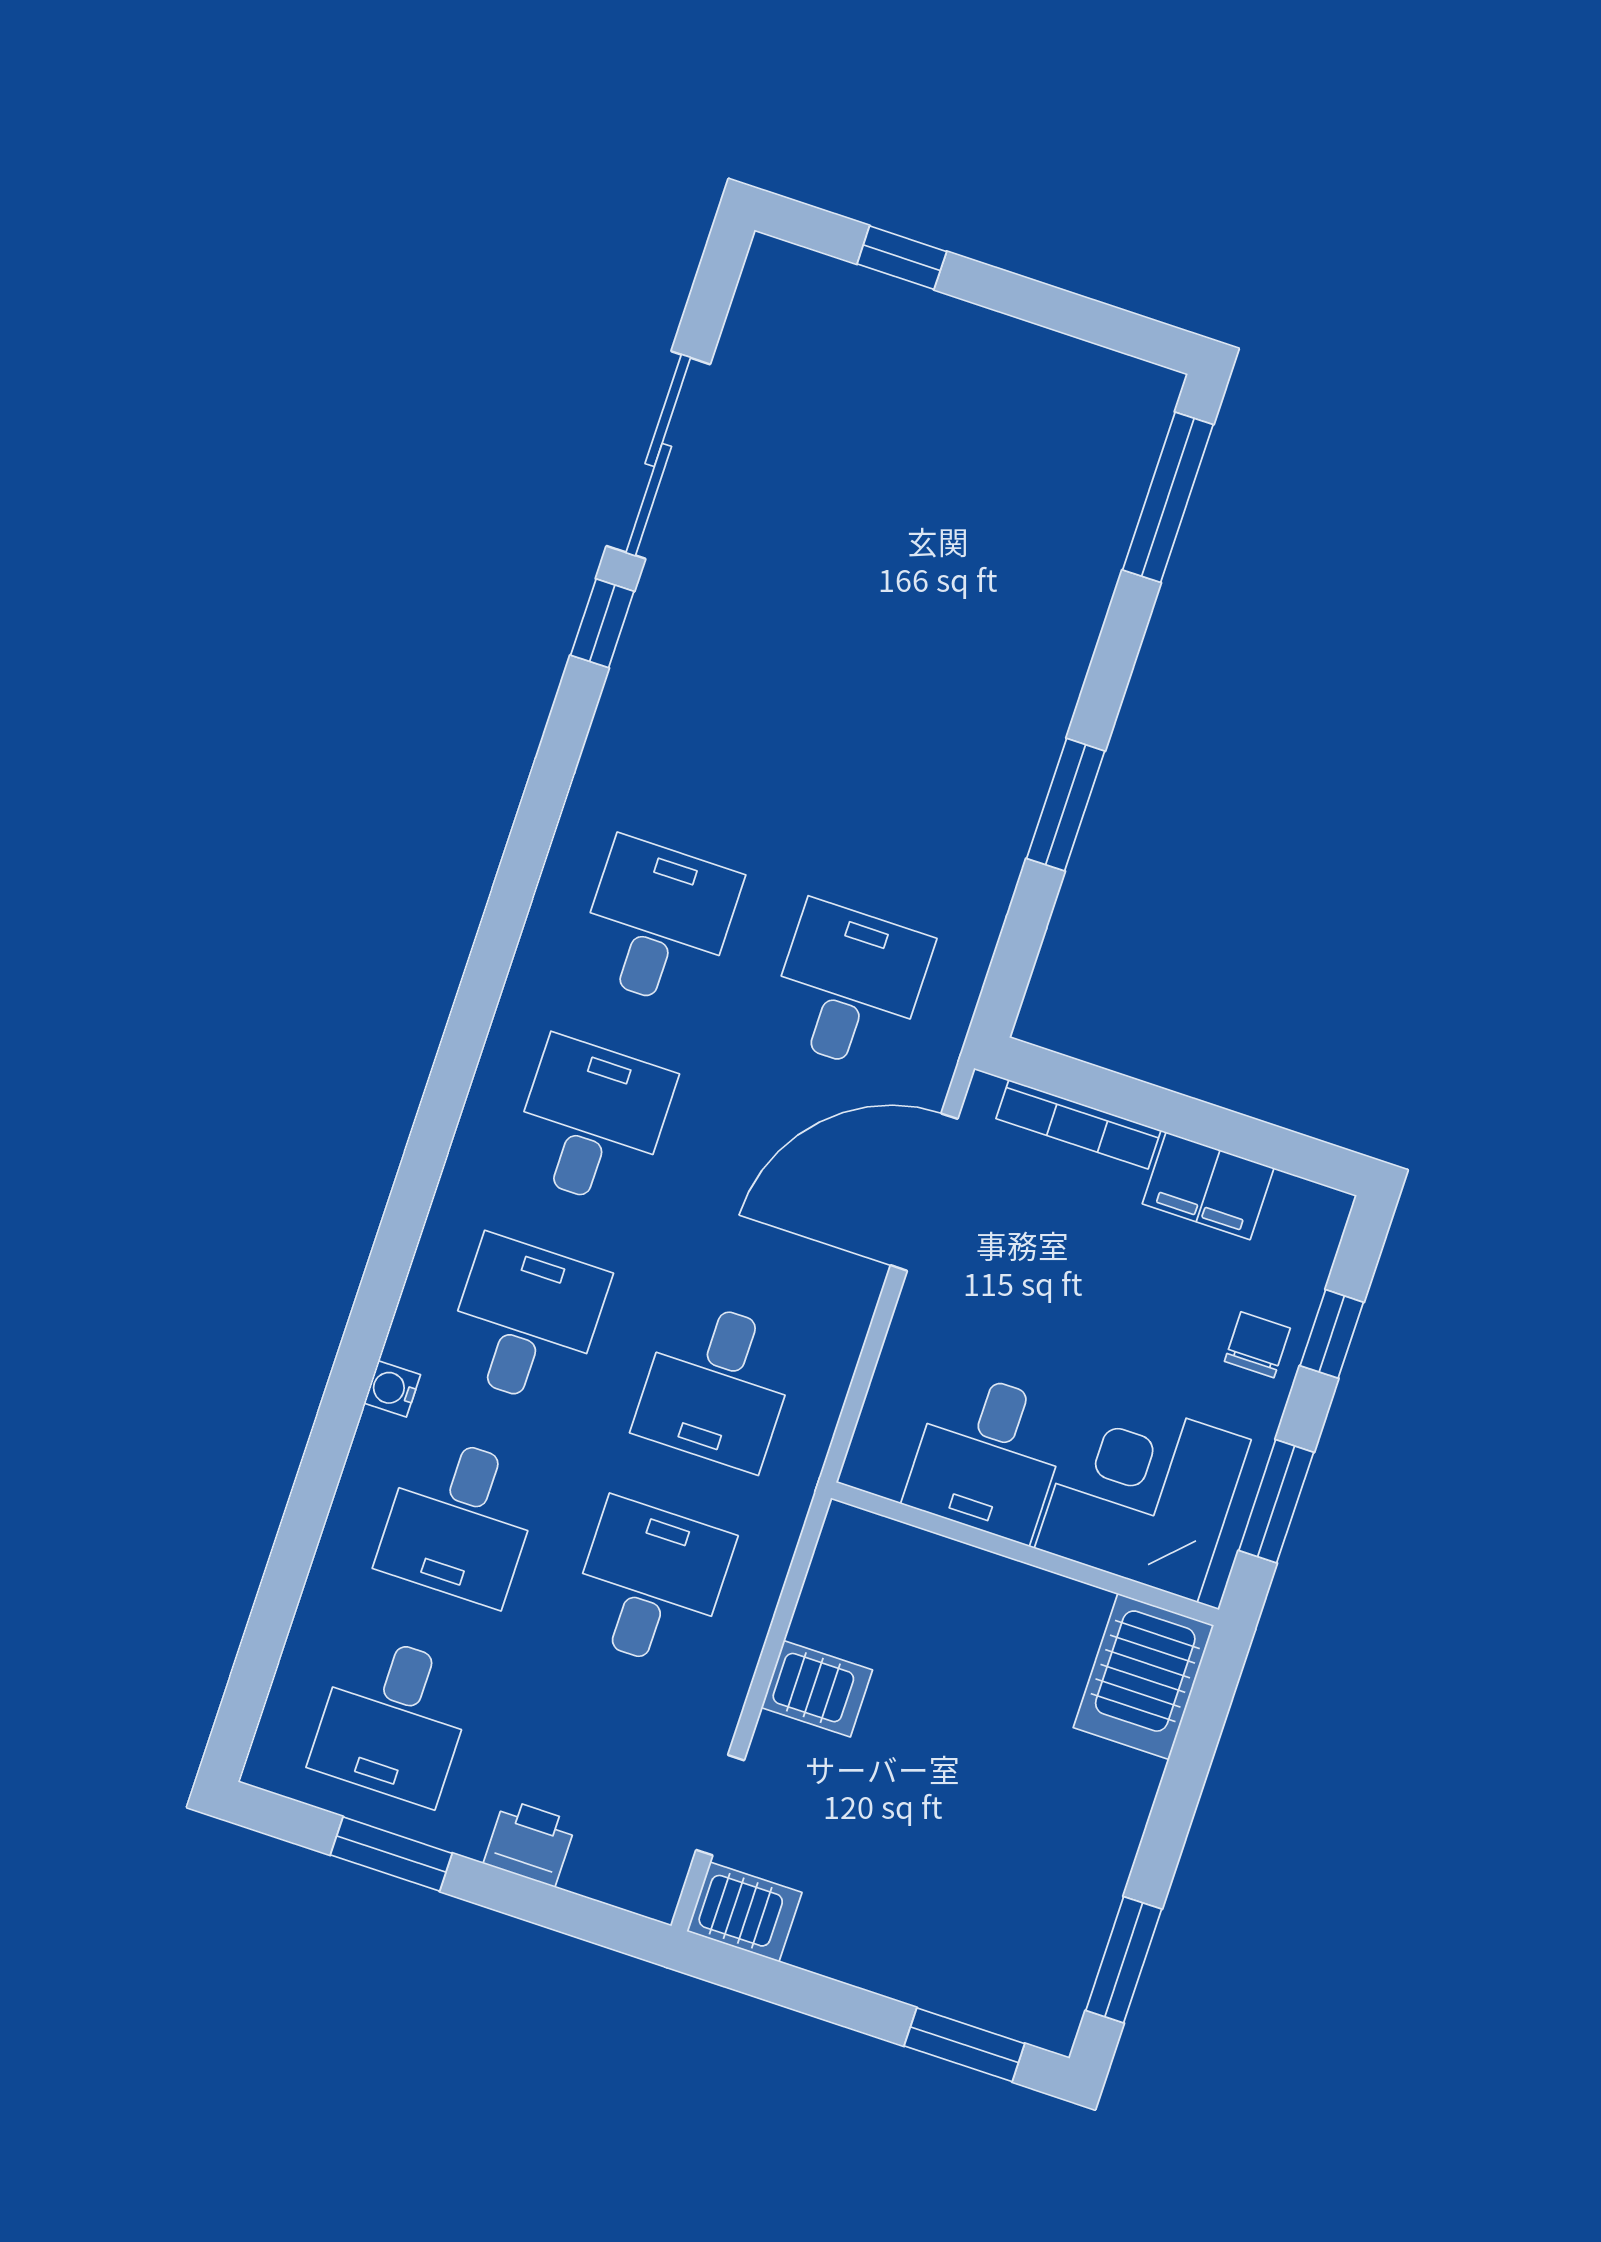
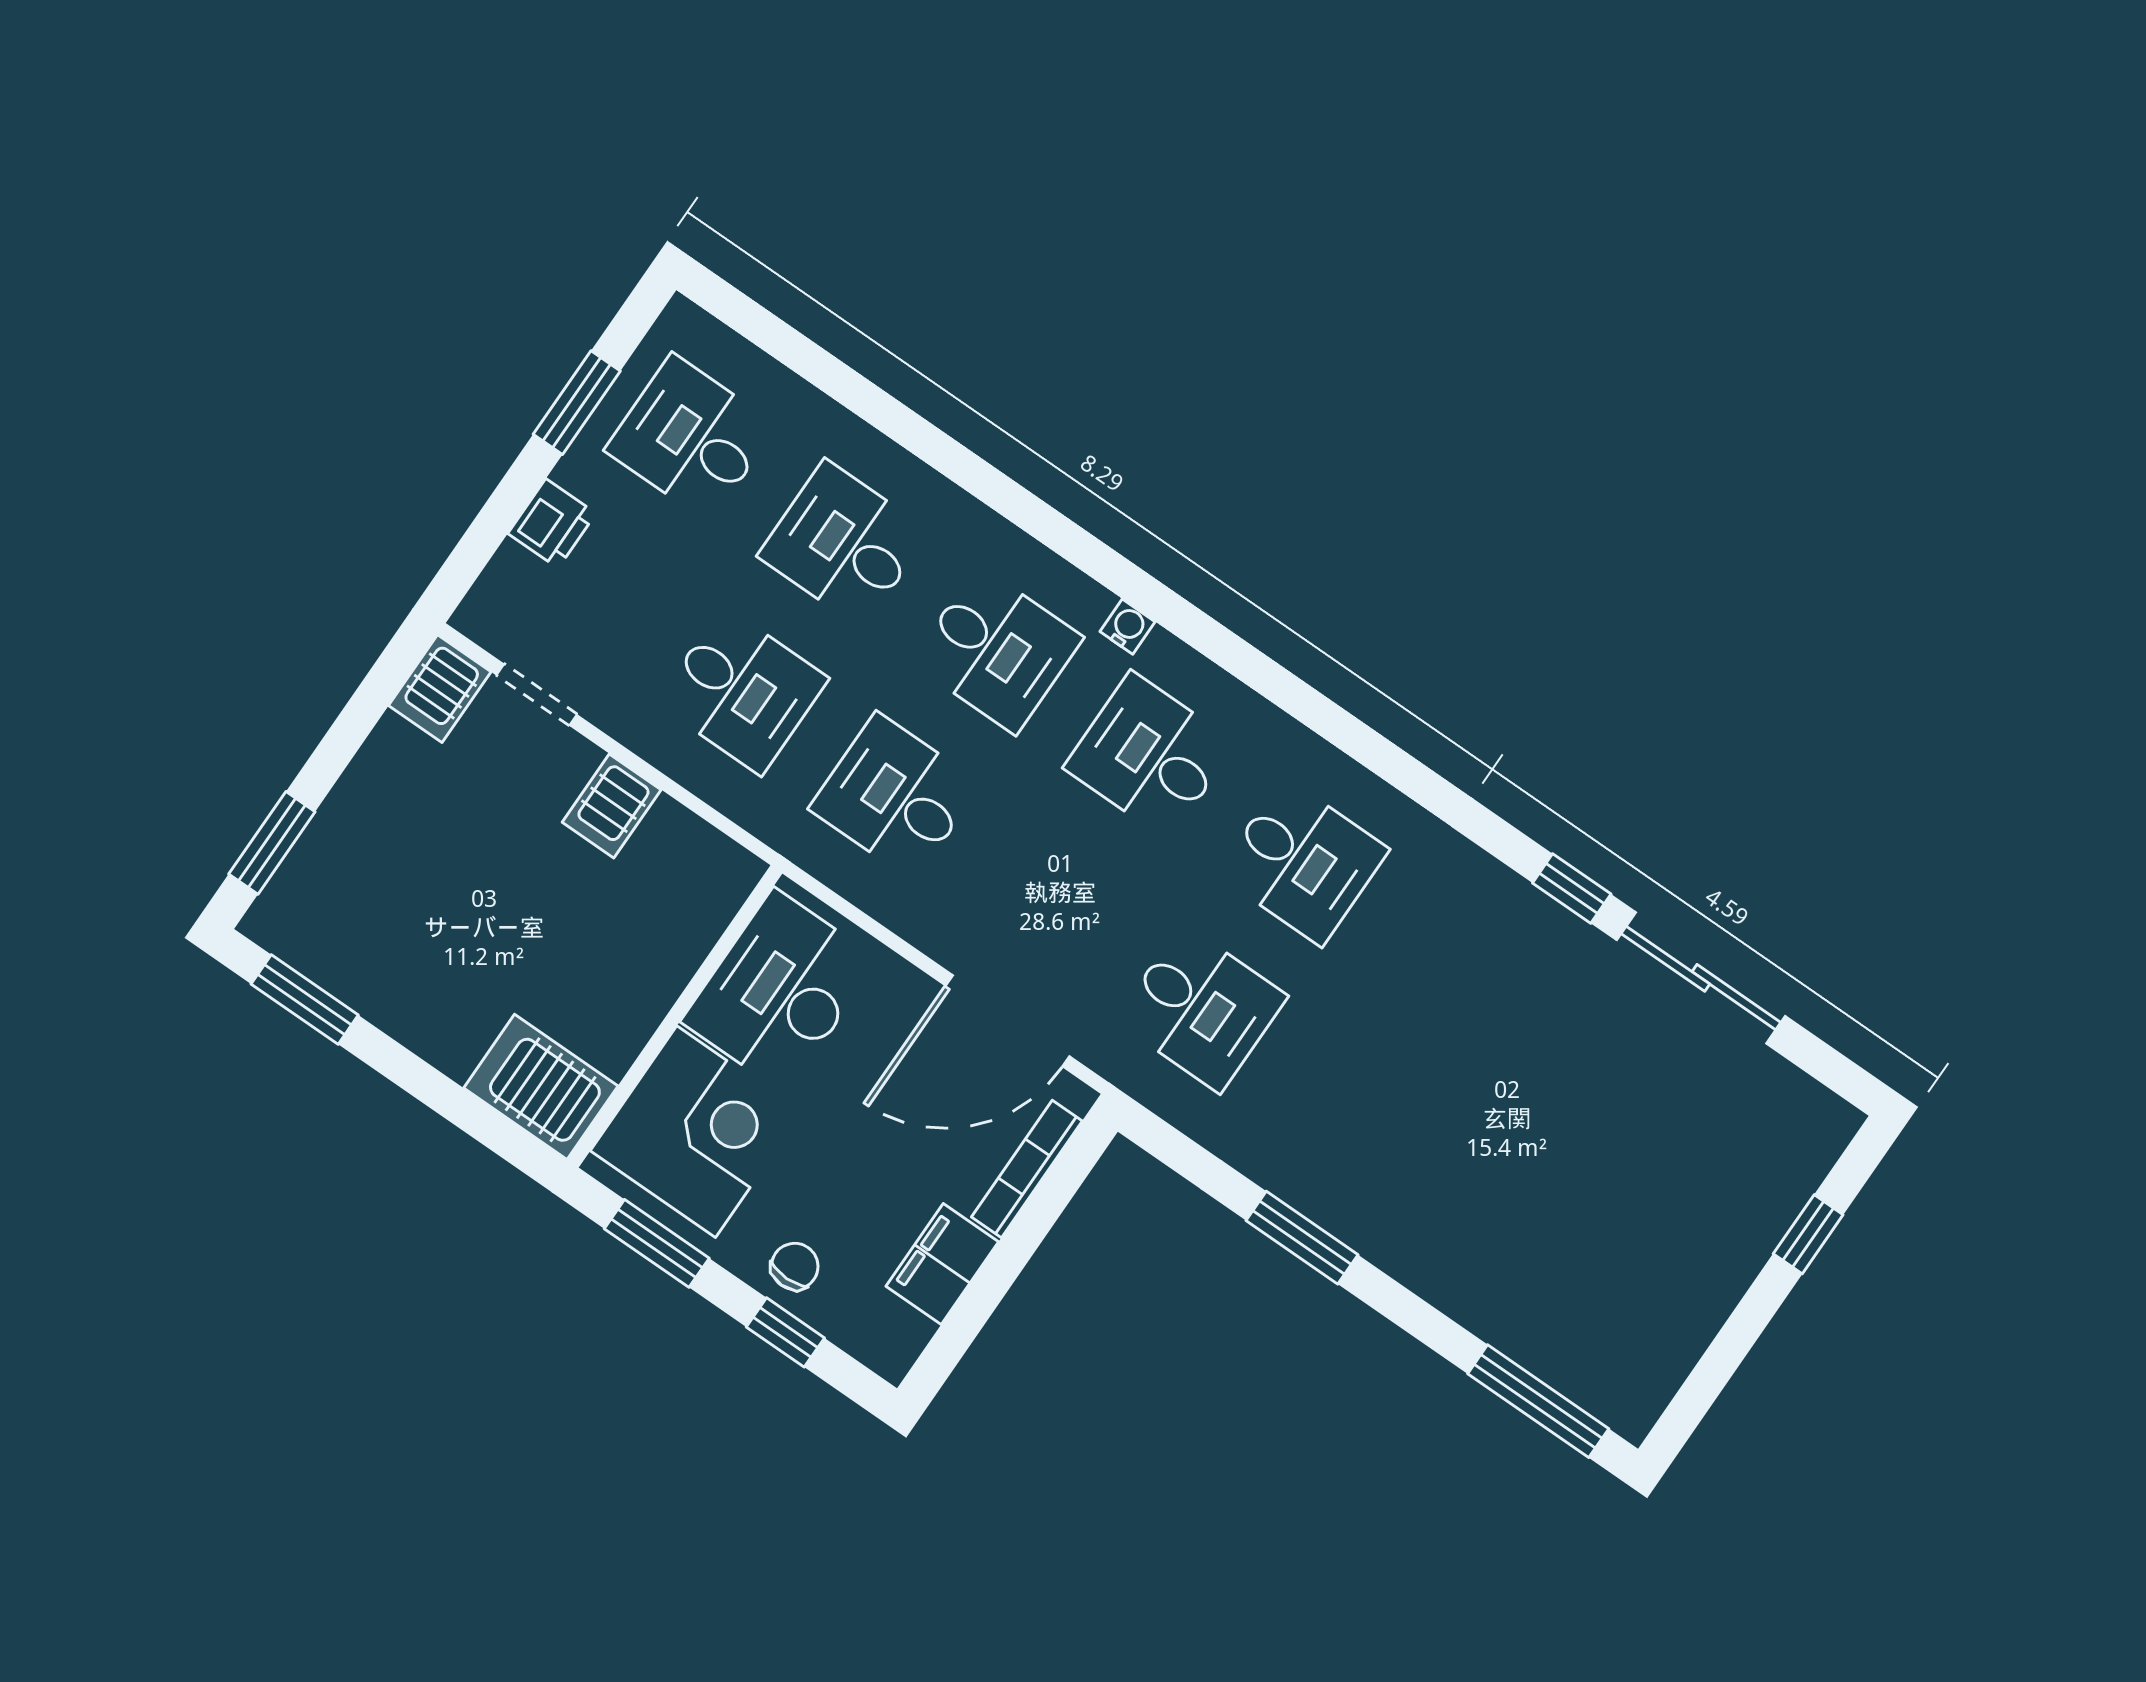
desk: (592, 1122) -> (1150, 756), turned 180
door: (924, 1192) -> (1008, 1021), swing flipped
chair: (1257, 1345) -> (795, 1266), turned -90
water cooler: (392, 1389) -> (1128, 627), moved
desk: (988, 1456) -> (780, 991), width x1.37

